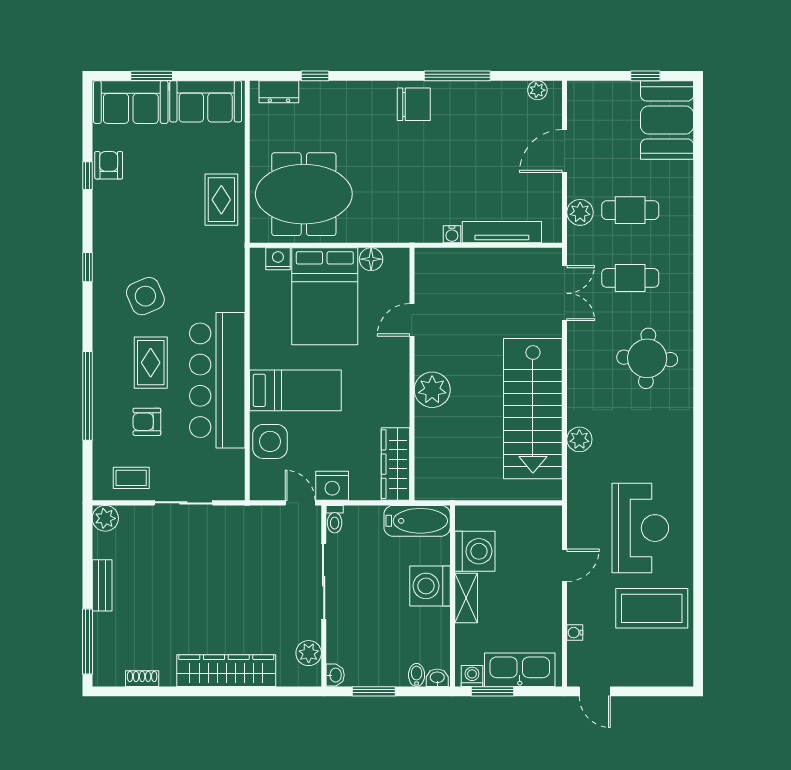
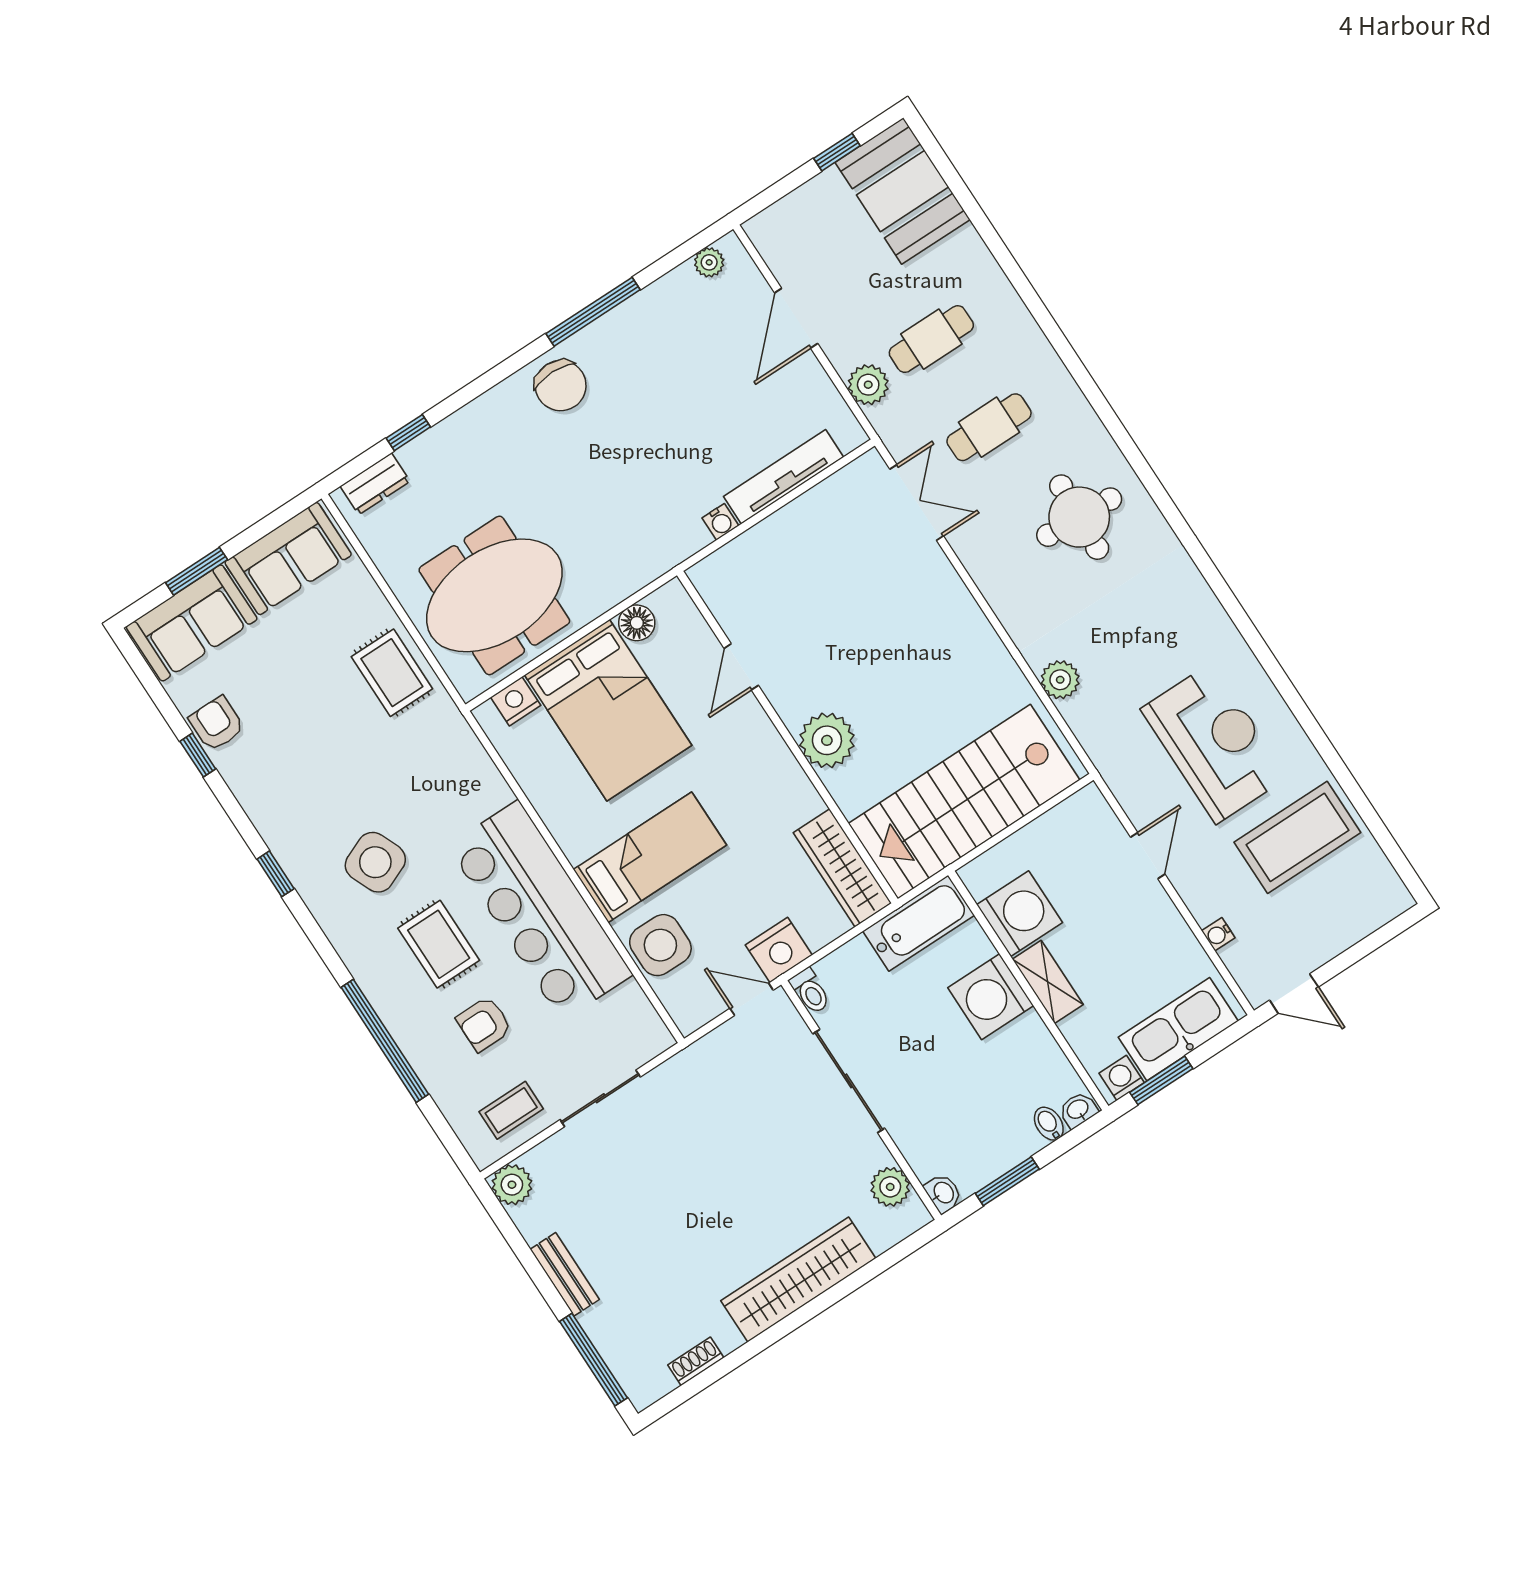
chair: (414, 104) -> (561, 386), turned 90
stairs: (533, 409) -> (964, 802), moved, turned 90

